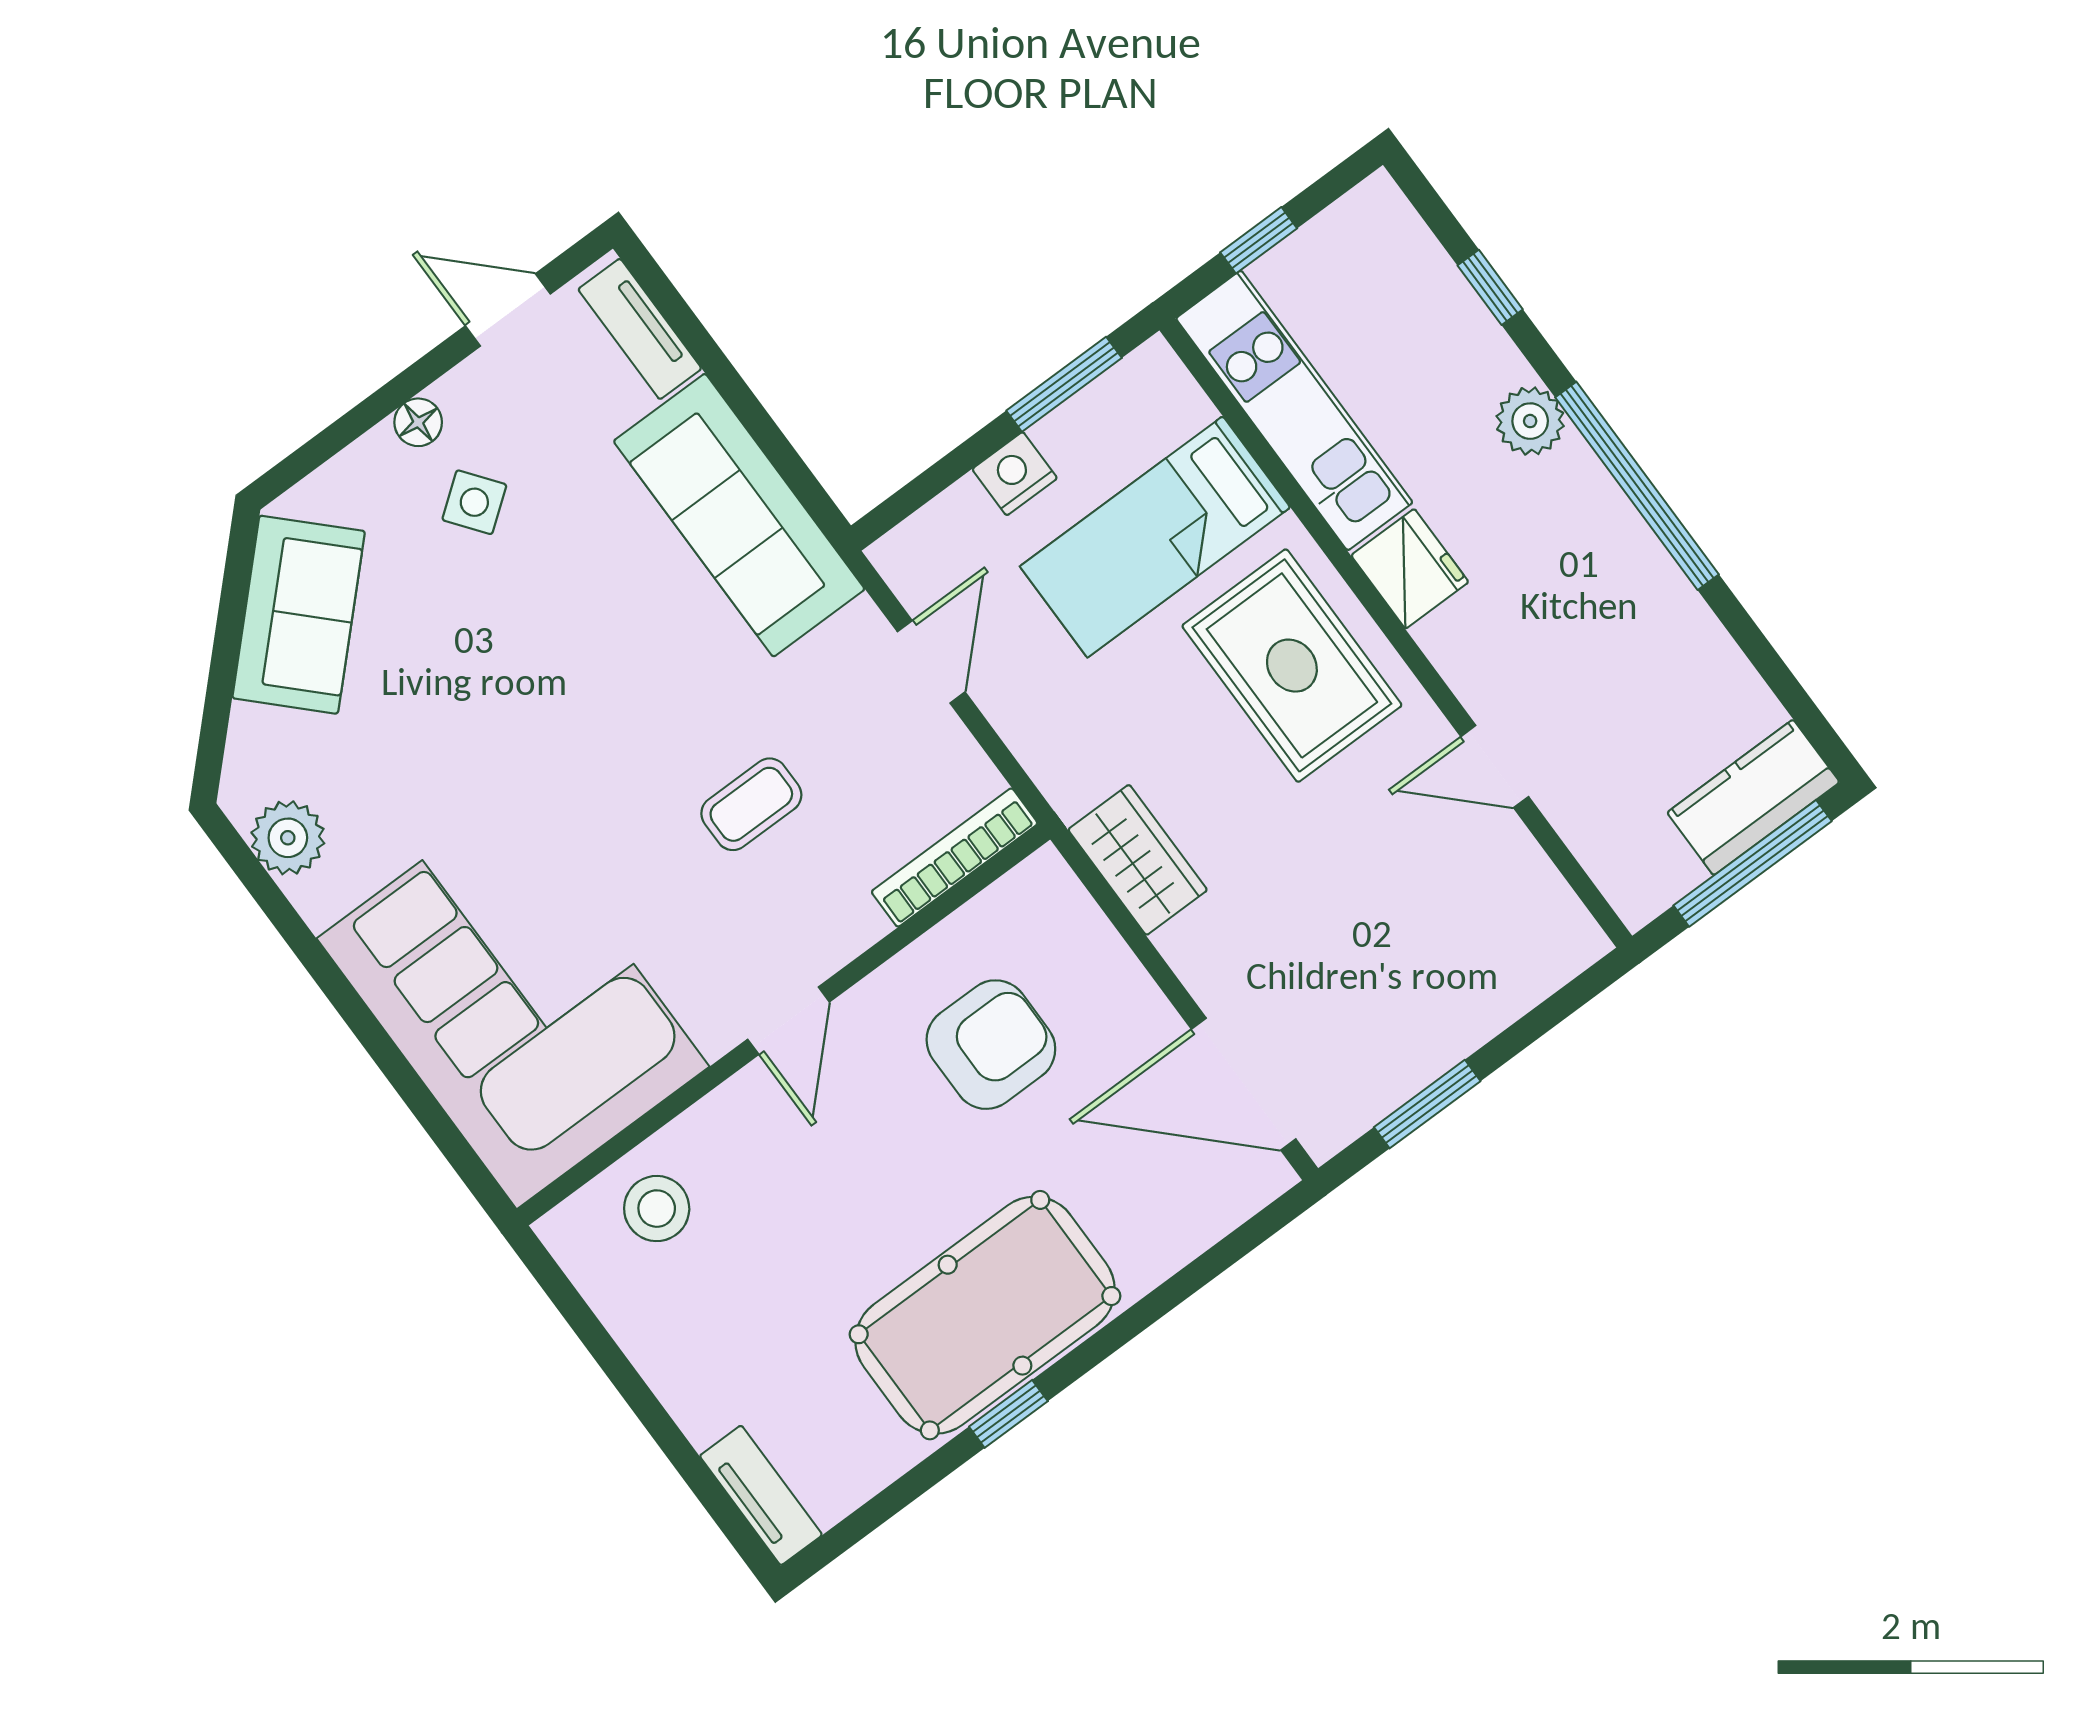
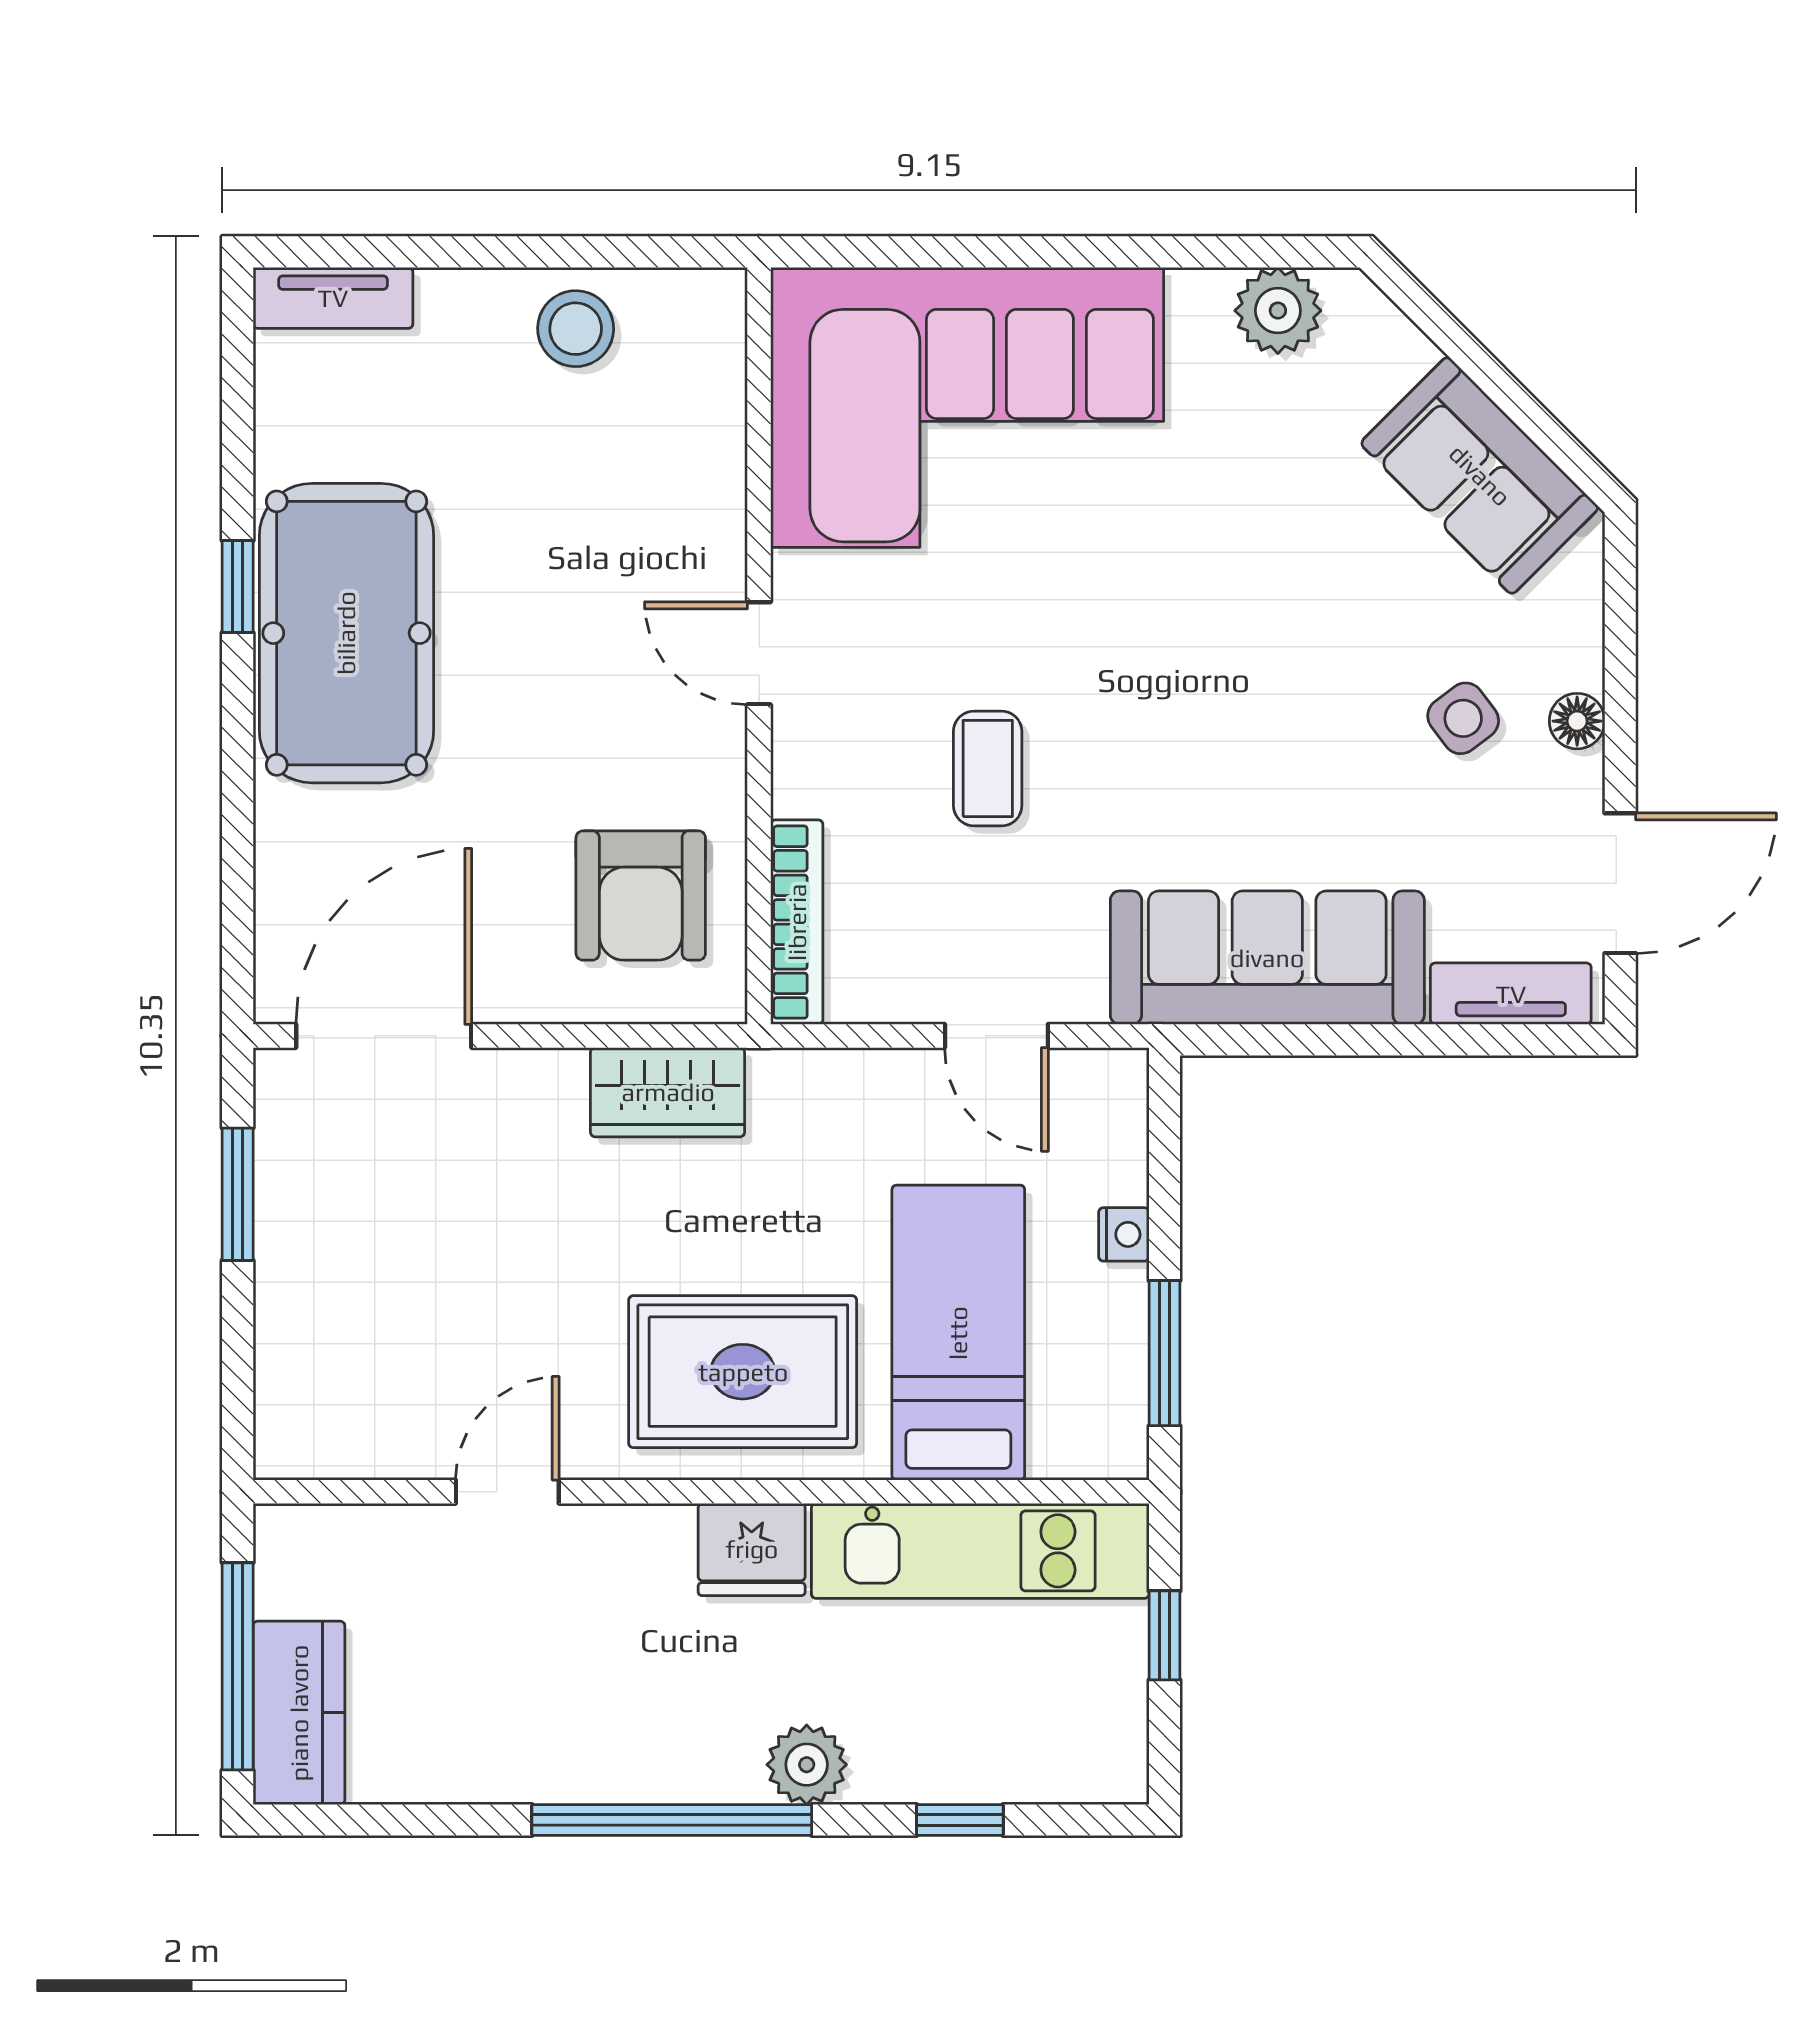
door: (508, 310) -> (1620, 883), width x1.38
nightstand: (1015, 474) -> (1124, 1234), width x0.72, depth x0.74
armchair: (991, 1045) -> (641, 896), moved
stool: (657, 1209) -> (576, 329), moved

